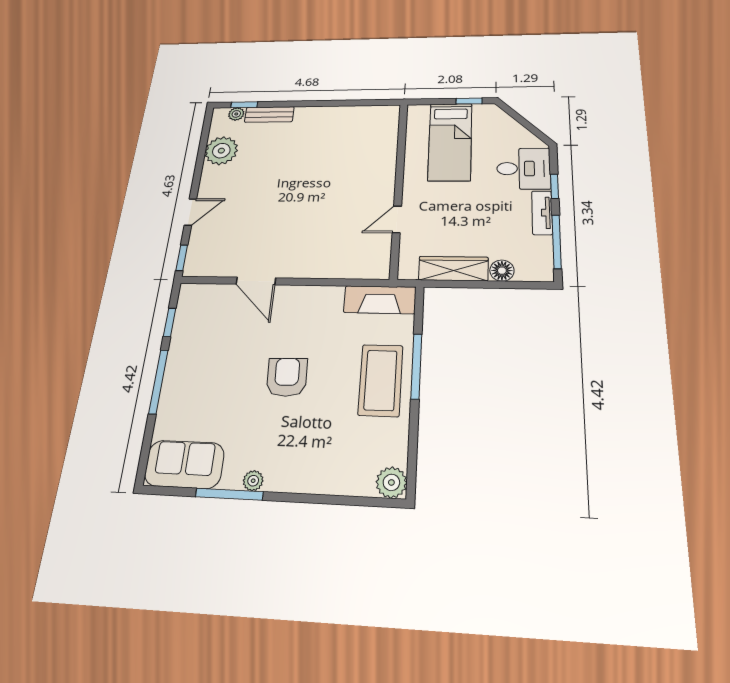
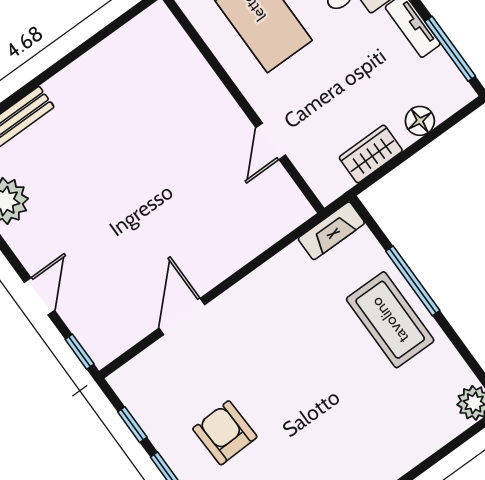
wardrobe: (453, 269) -> (371, 154), width x0.67
door: (256, 281) -> (182, 316), swing flipped
fireplace: (380, 300) -> (331, 231), width x0.73, depth x0.76
armchair: (287, 377) -> (225, 433), moved

